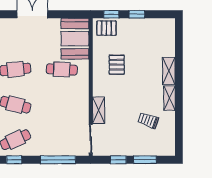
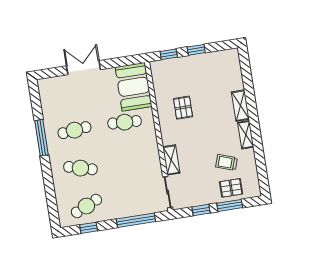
pallet: (106, 28) -> (231, 188), moved

